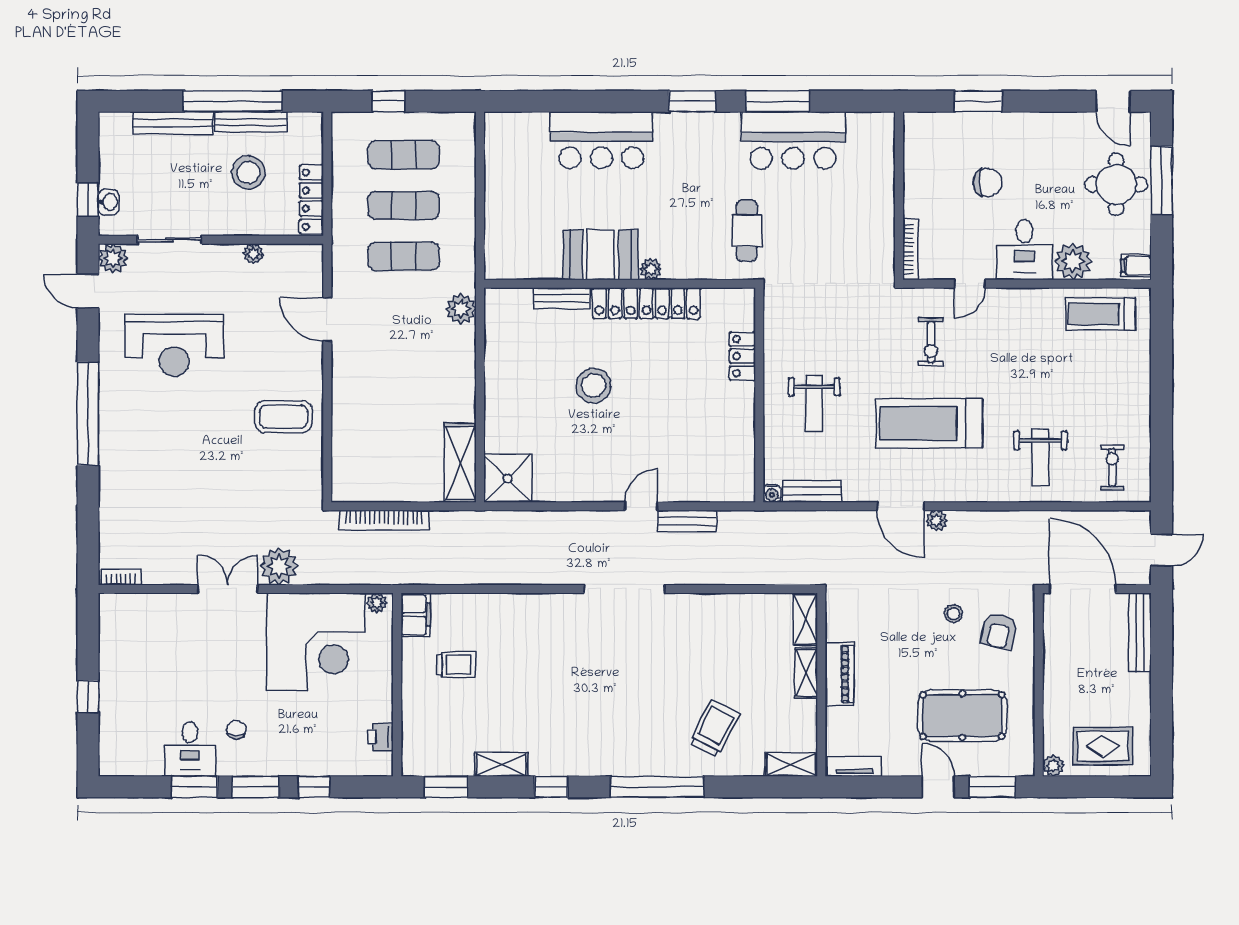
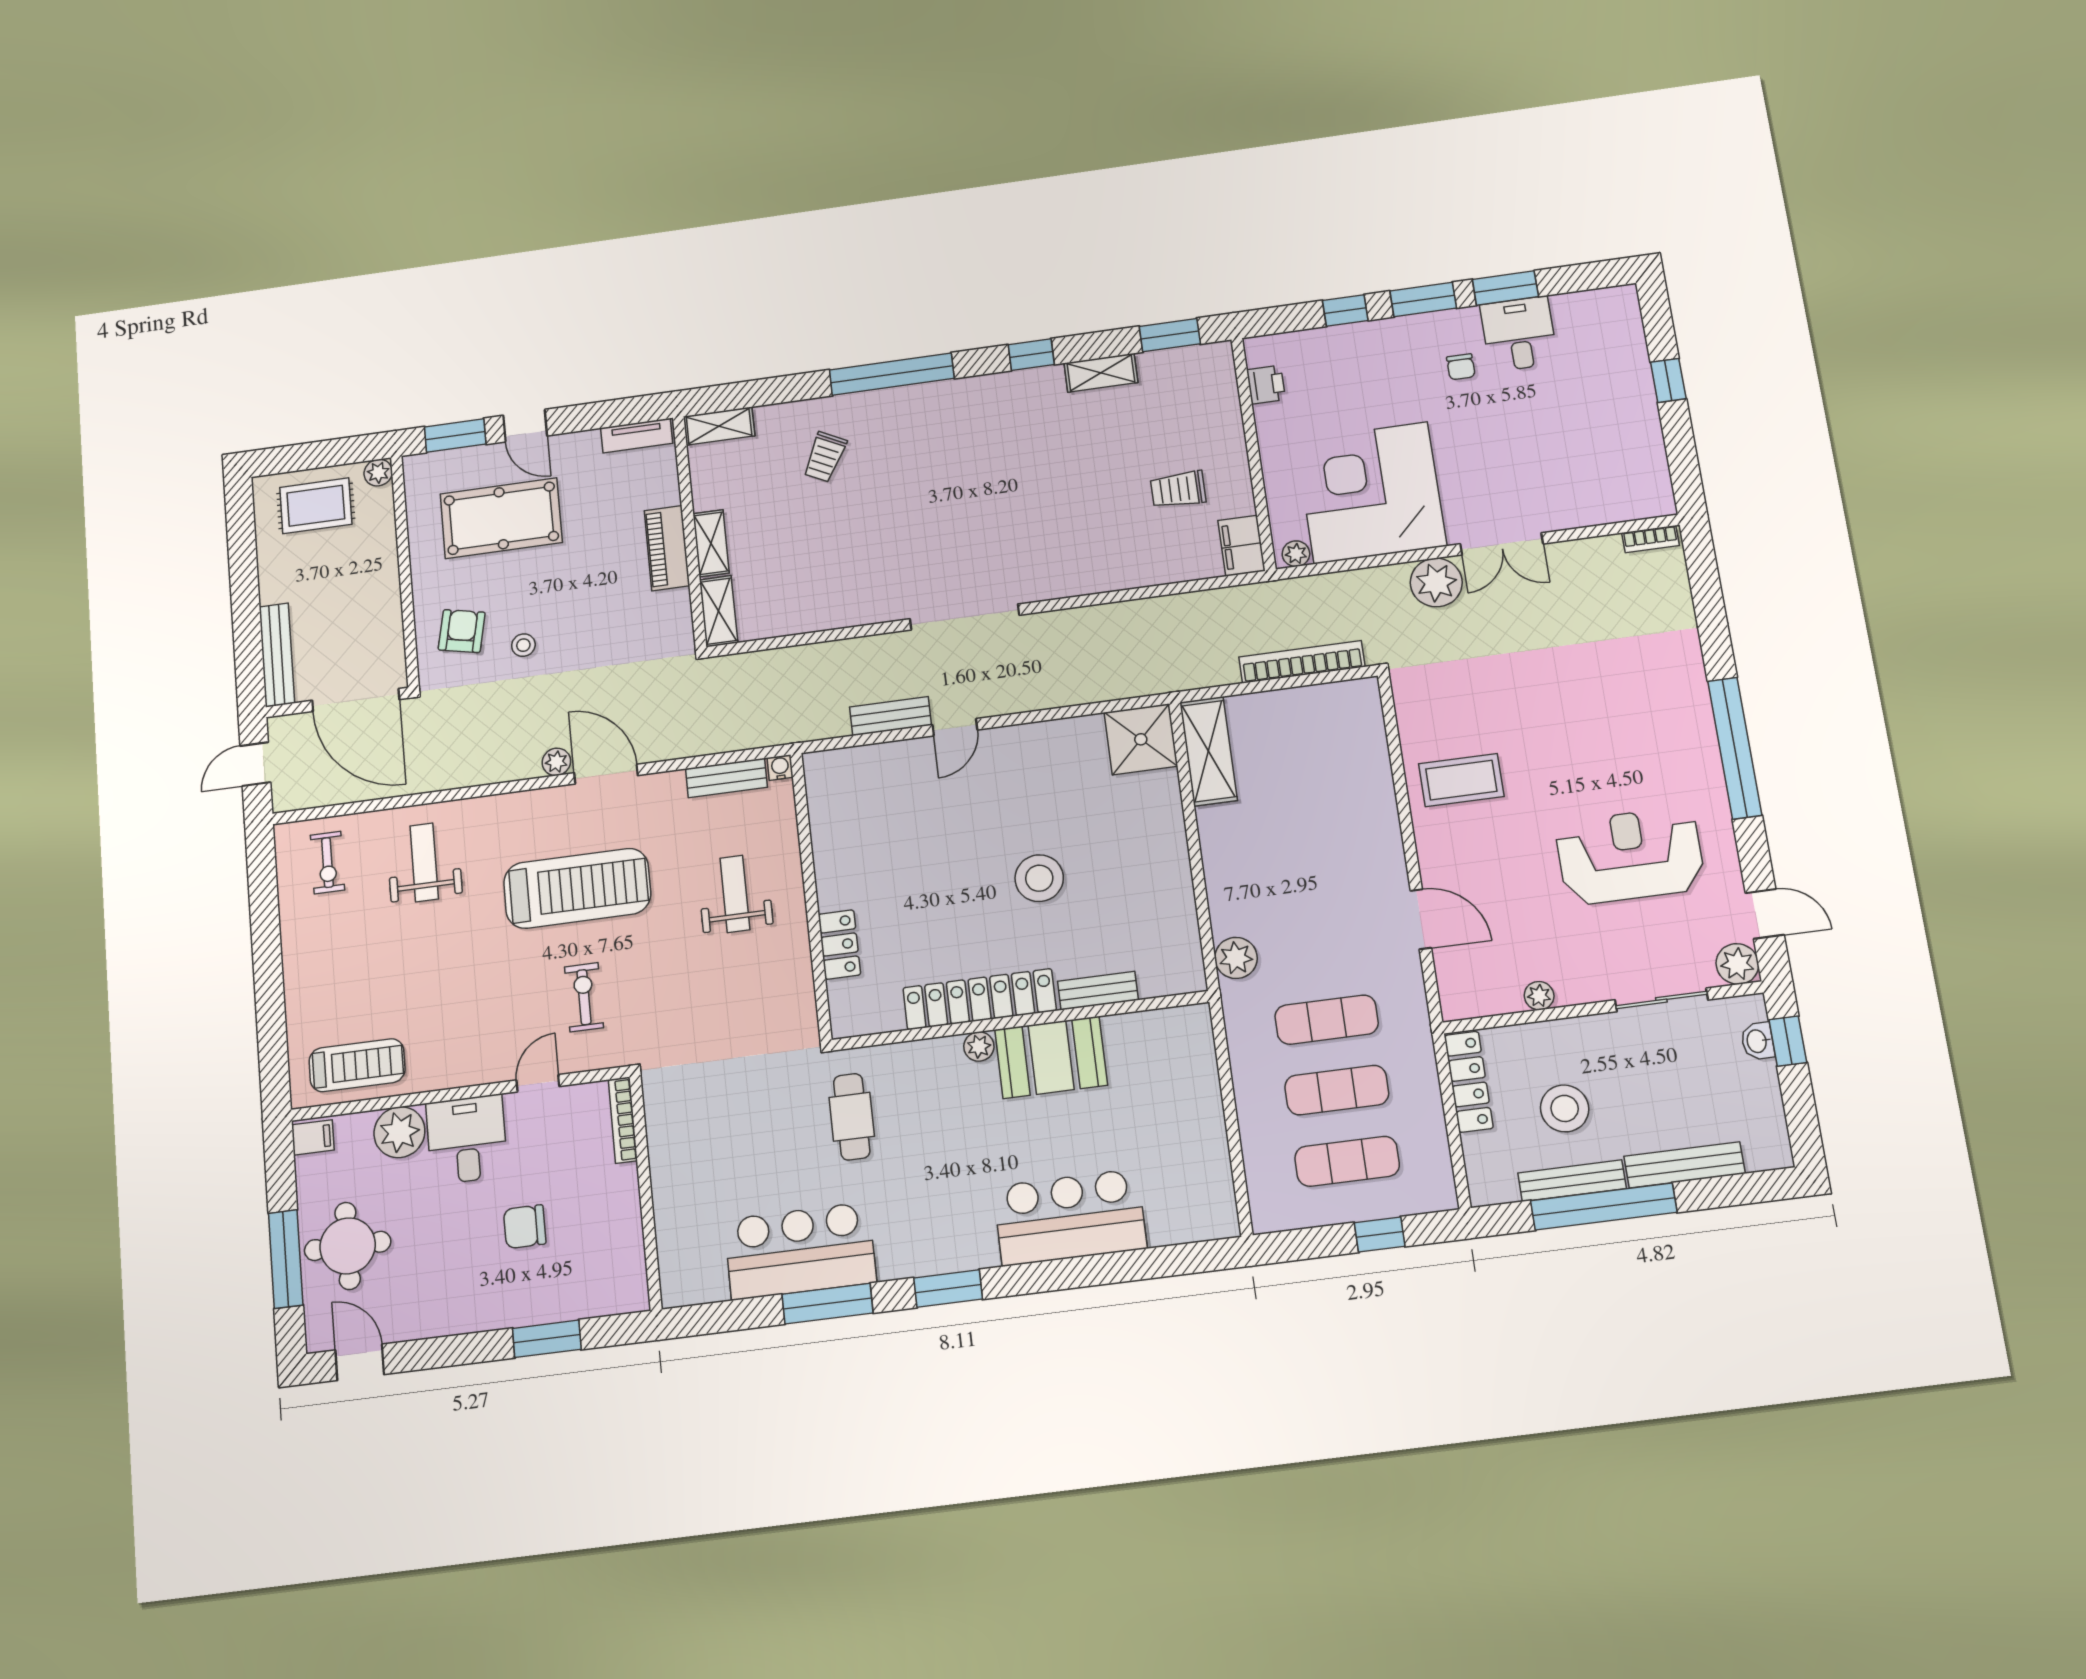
trolley: (714, 728) -> (825, 457), width x0.73, depth x0.72

